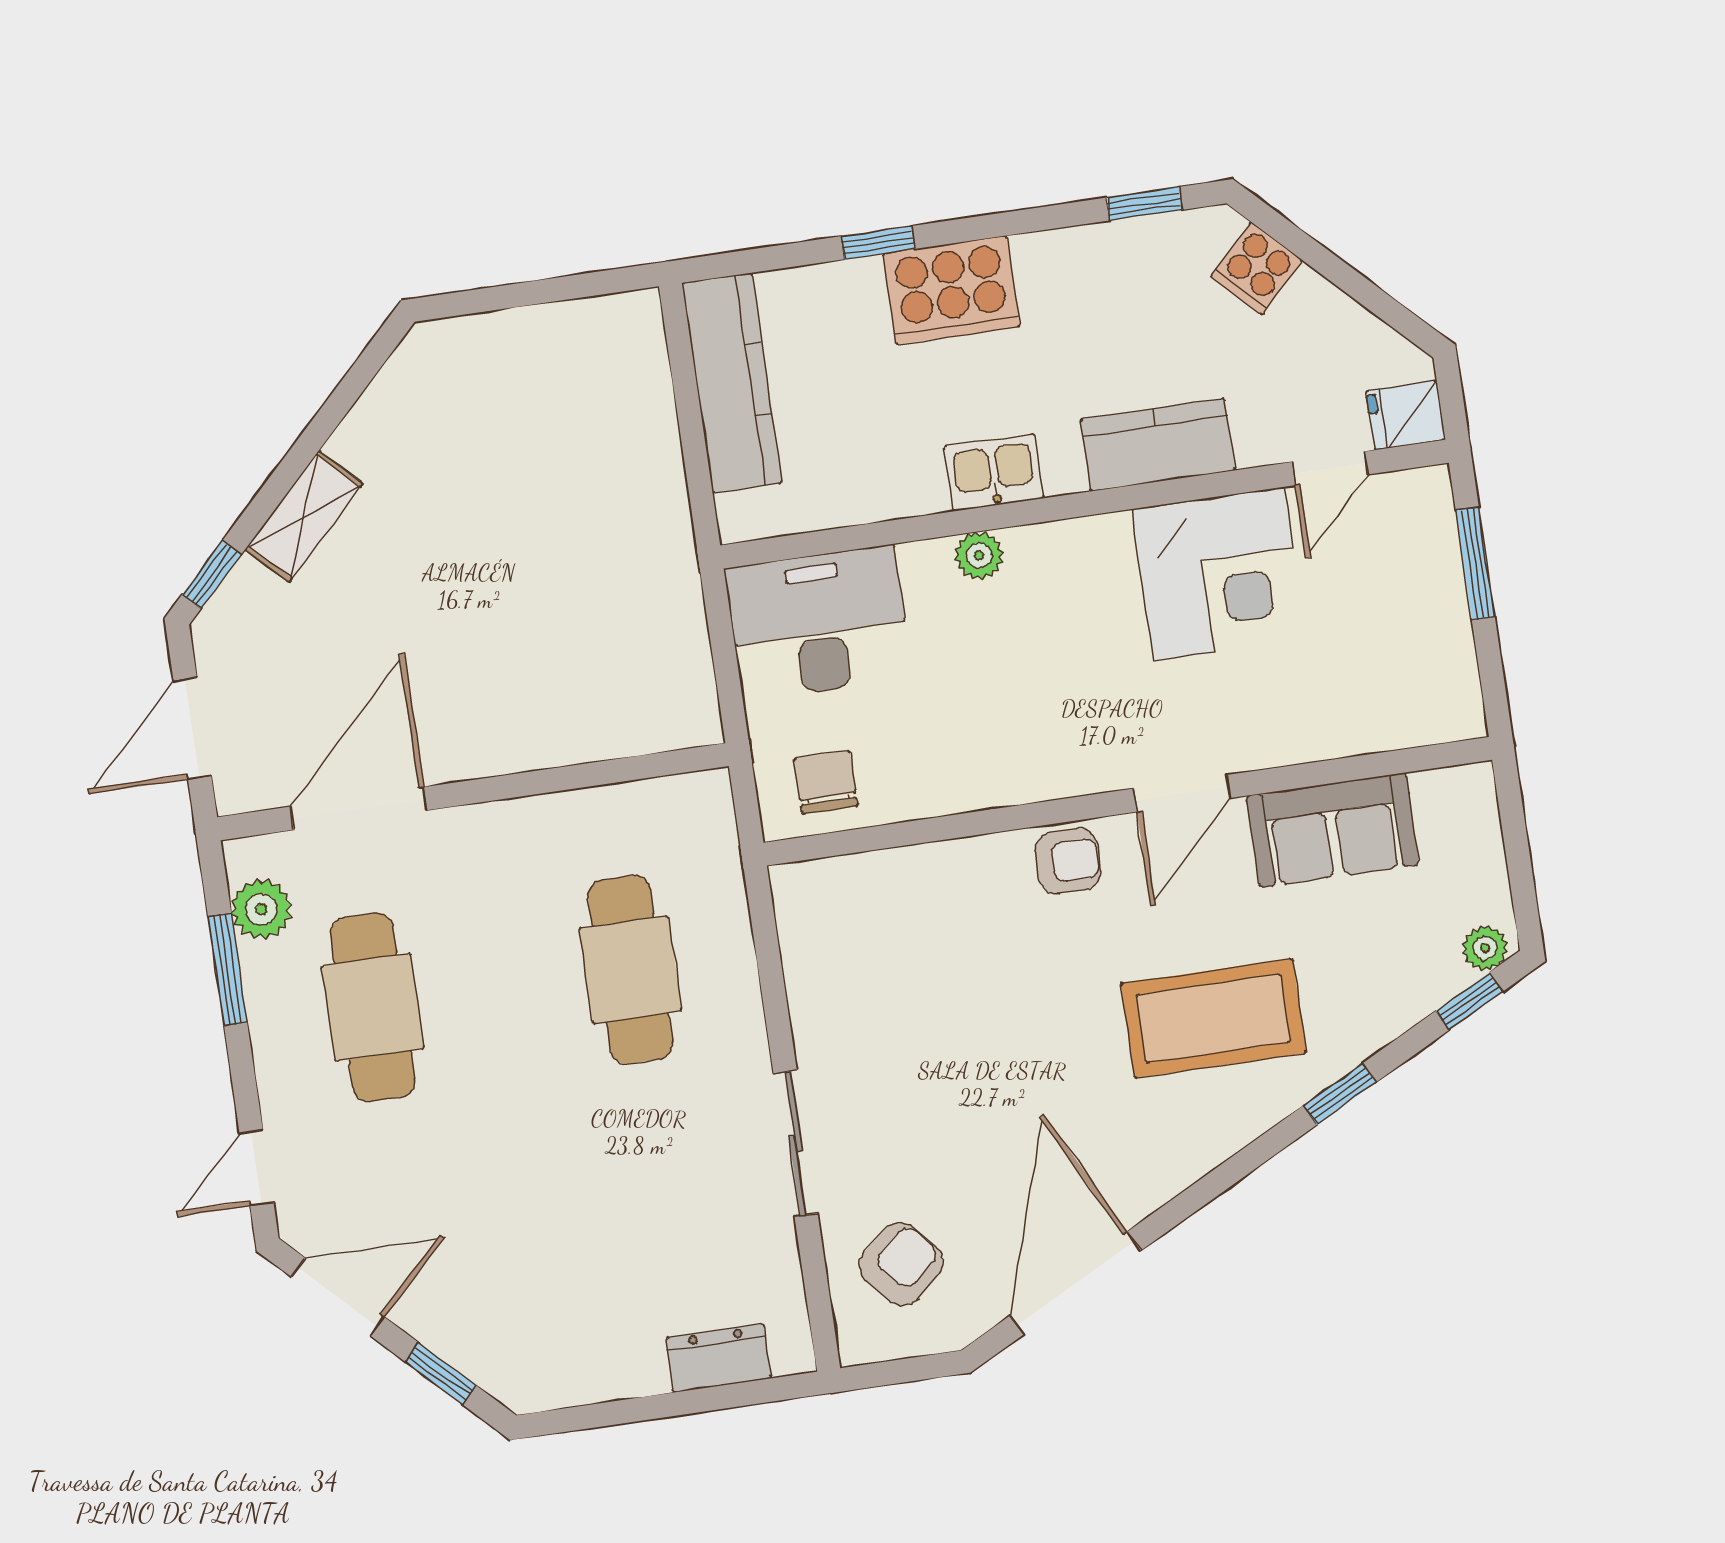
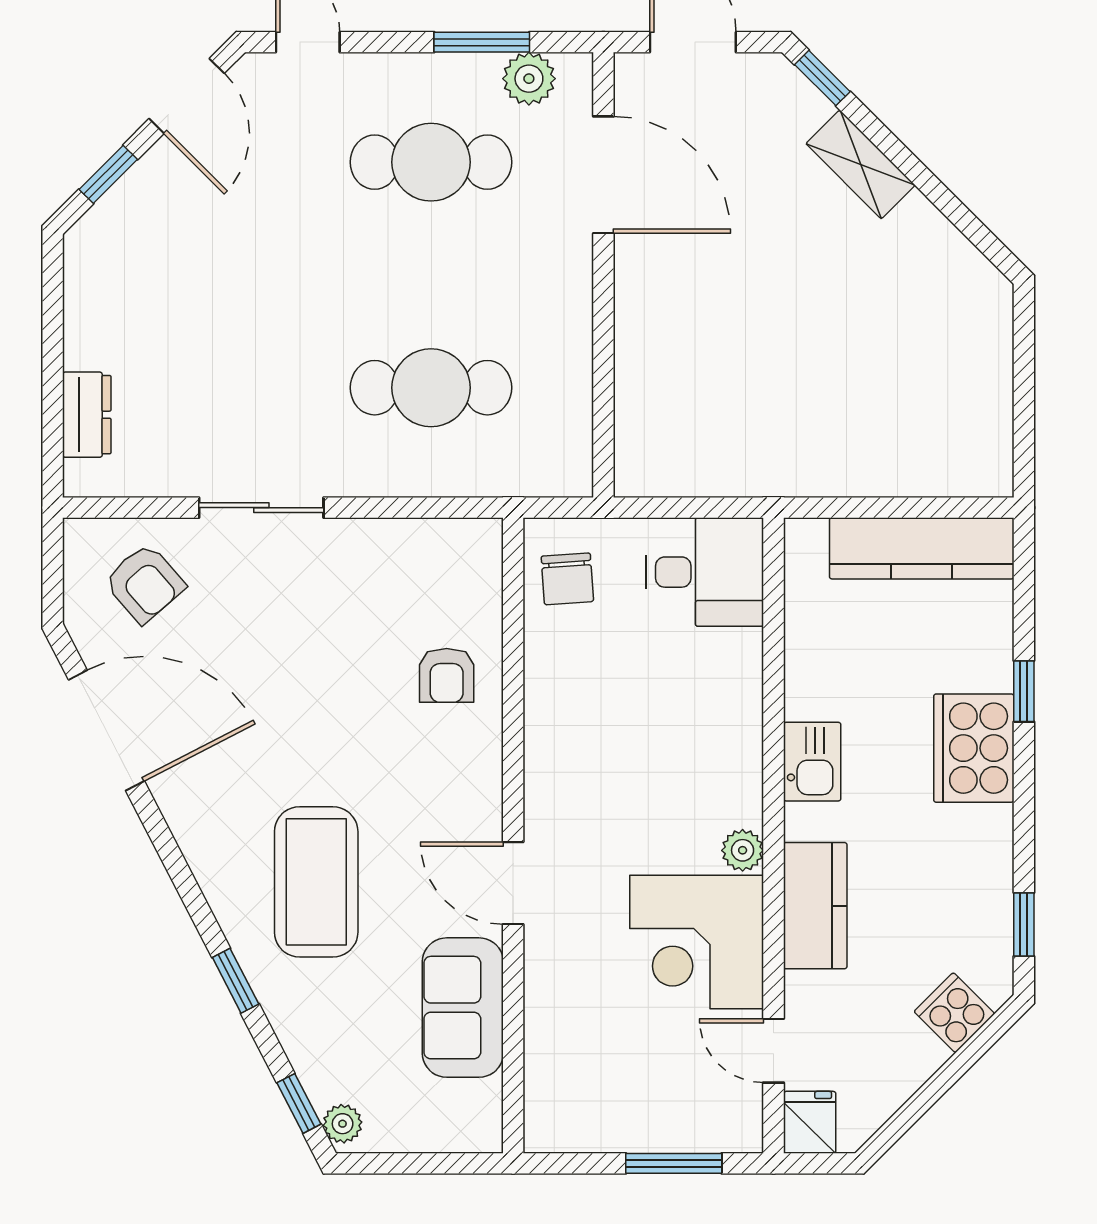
plant: (979, 556) -> (743, 850), moved
desk: (818, 623) -> (705, 572), width x0.73
chair: (826, 782) -> (567, 579), turned 86
armchair: (1068, 861) -> (447, 675), moved

